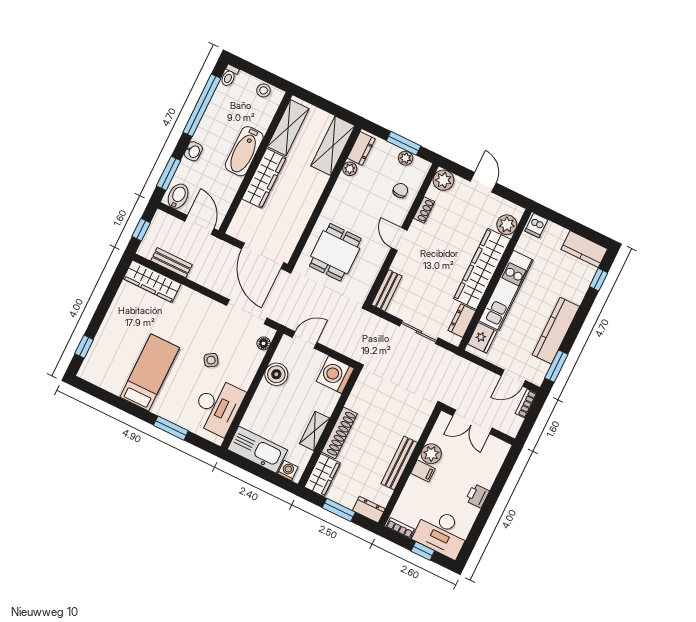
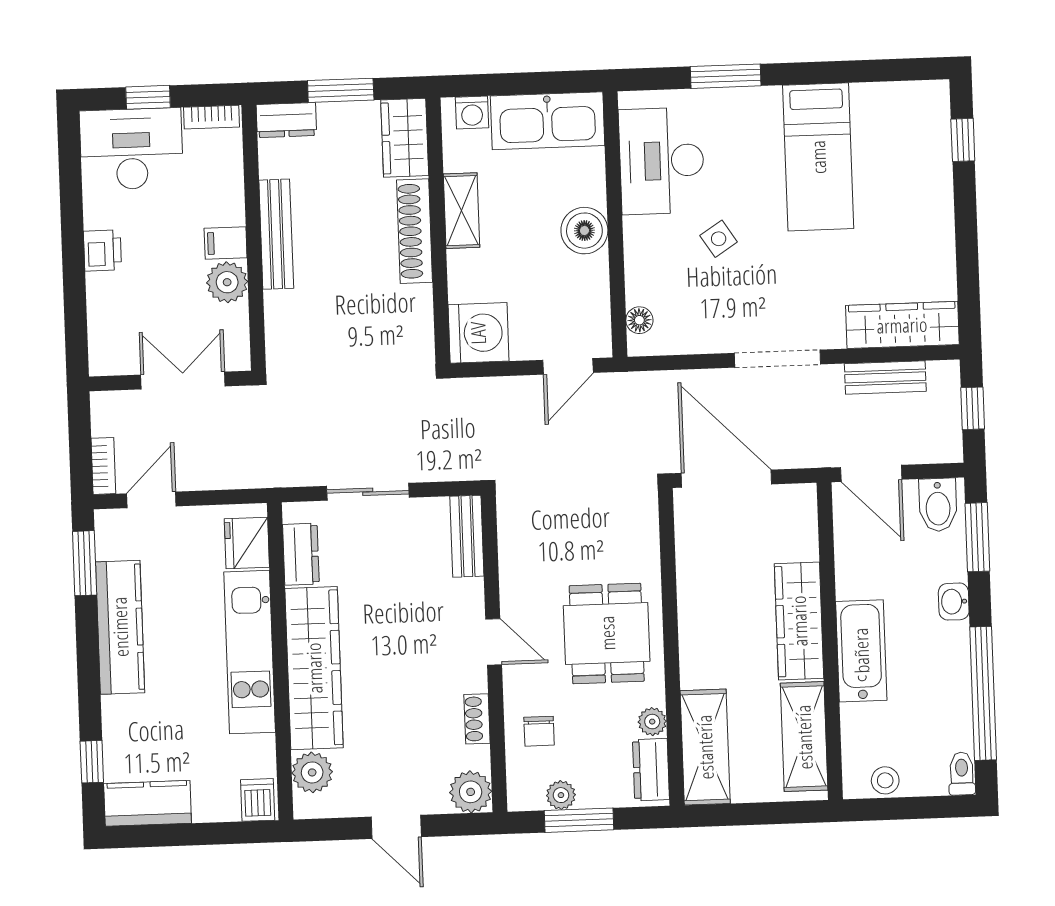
dining table: (335, 252) -> (607, 633), moved
doorway: (247, 312) -> (778, 359), moved
boiler: (276, 374) -> (584, 231), moved

